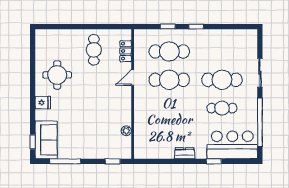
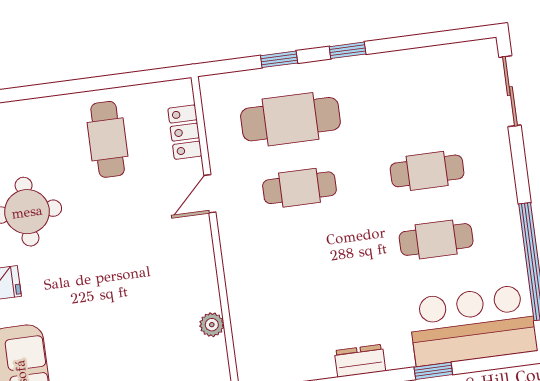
sliding door: (260, 73) -> (510, 91), moved
cafe table: (169, 80) -> (299, 188), width x0.73, depth x0.74
cafe table: (222, 80) -> (427, 171), width x0.73, depth x0.74

